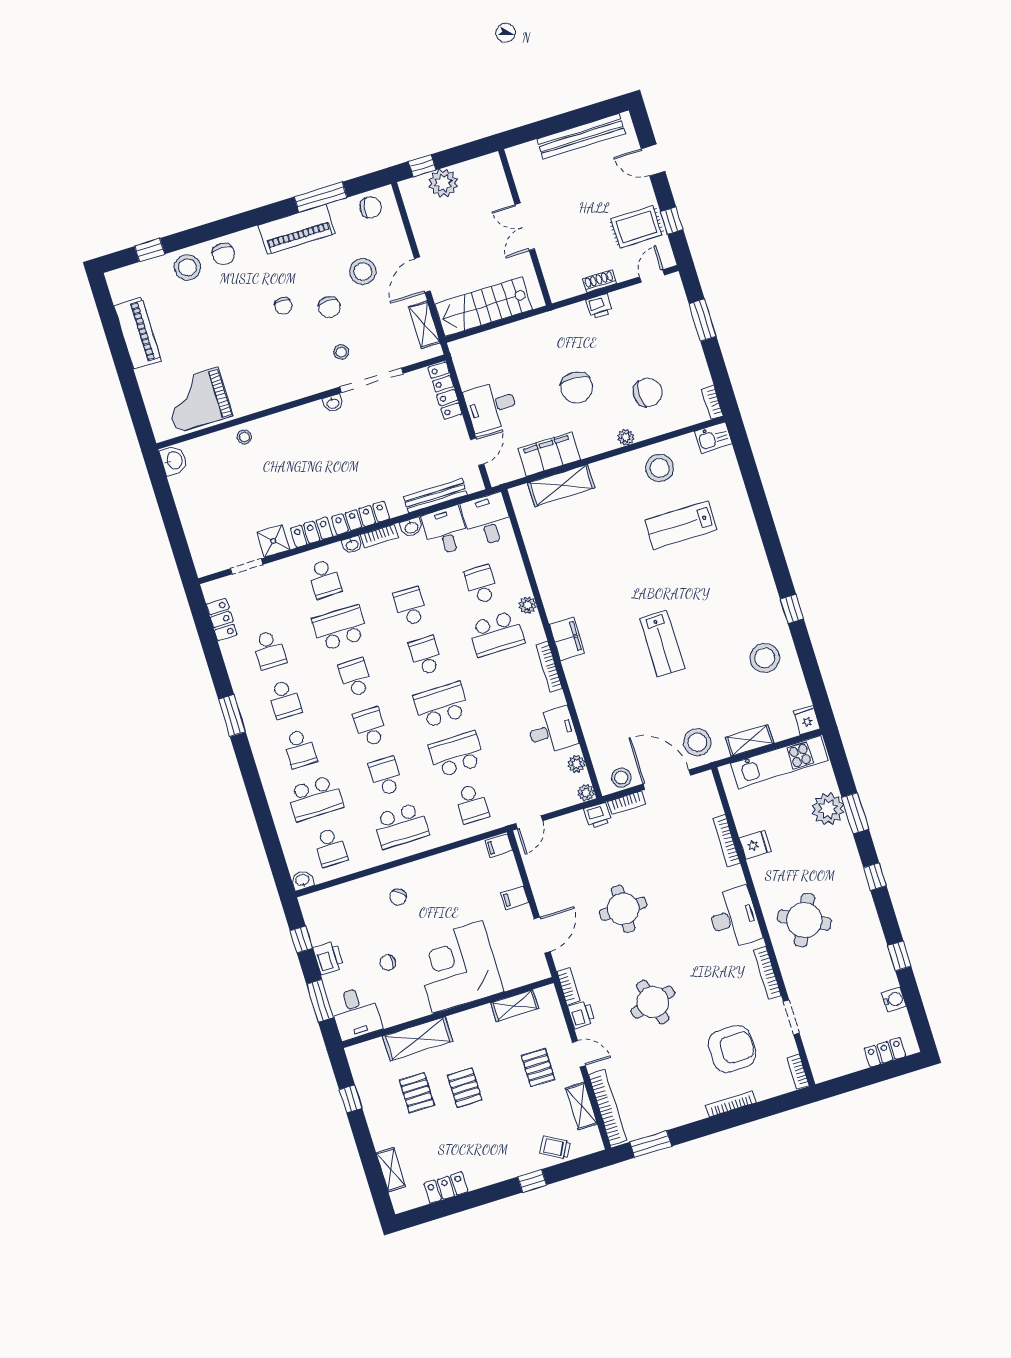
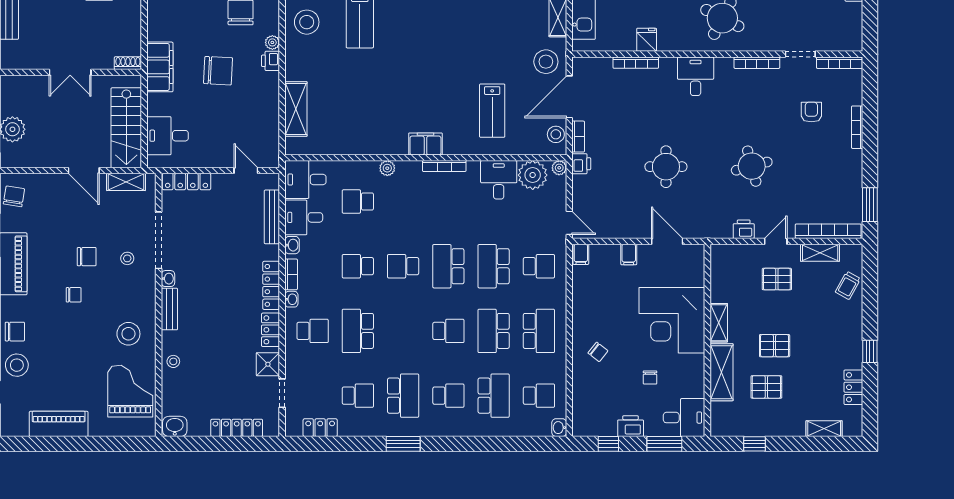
stool: (363, 272) -> (128, 334), moved
shoe rack: (599, 281) -> (128, 63), moved, turned 90
printer: (599, 306) -> (271, 61), moved, turned 180
grand piano: (197, 400) -> (130, 391), turned 180
desk: (491, 406) -> (168, 136), moved, turned 90
bench: (300, 415) -> (169, 309), added
filing cabinet: (549, 454) -> (160, 67), moved, turned 180
locker: (193, 529) -> (237, 428), added
school desk: (496, 634) -> (403, 201), removed
lab bench: (662, 643) -> (492, 111), moved, turned 90
school desk: (355, 677) -> (403, 331), removed
school desk: (285, 699) -> (403, 396), width x1.85
school desk: (371, 727) -> (448, 331), turned 180
plant: (576, 764) -> (533, 175), width x1.87, depth x1.87
school desk: (386, 776) -> (494, 331), width x1.85
desk: (734, 918) -> (696, 76), width x0.73
bookcase: (568, 986) -> (717, 232), removed
shelving: (515, 1005) -> (719, 323), moved
armchair: (732, 1049) -> (811, 112), width x0.53, depth x0.53
bookcase: (798, 1072) -> (839, 63), width x1.56
window: (532, 1181) -> (870, 351), moved

